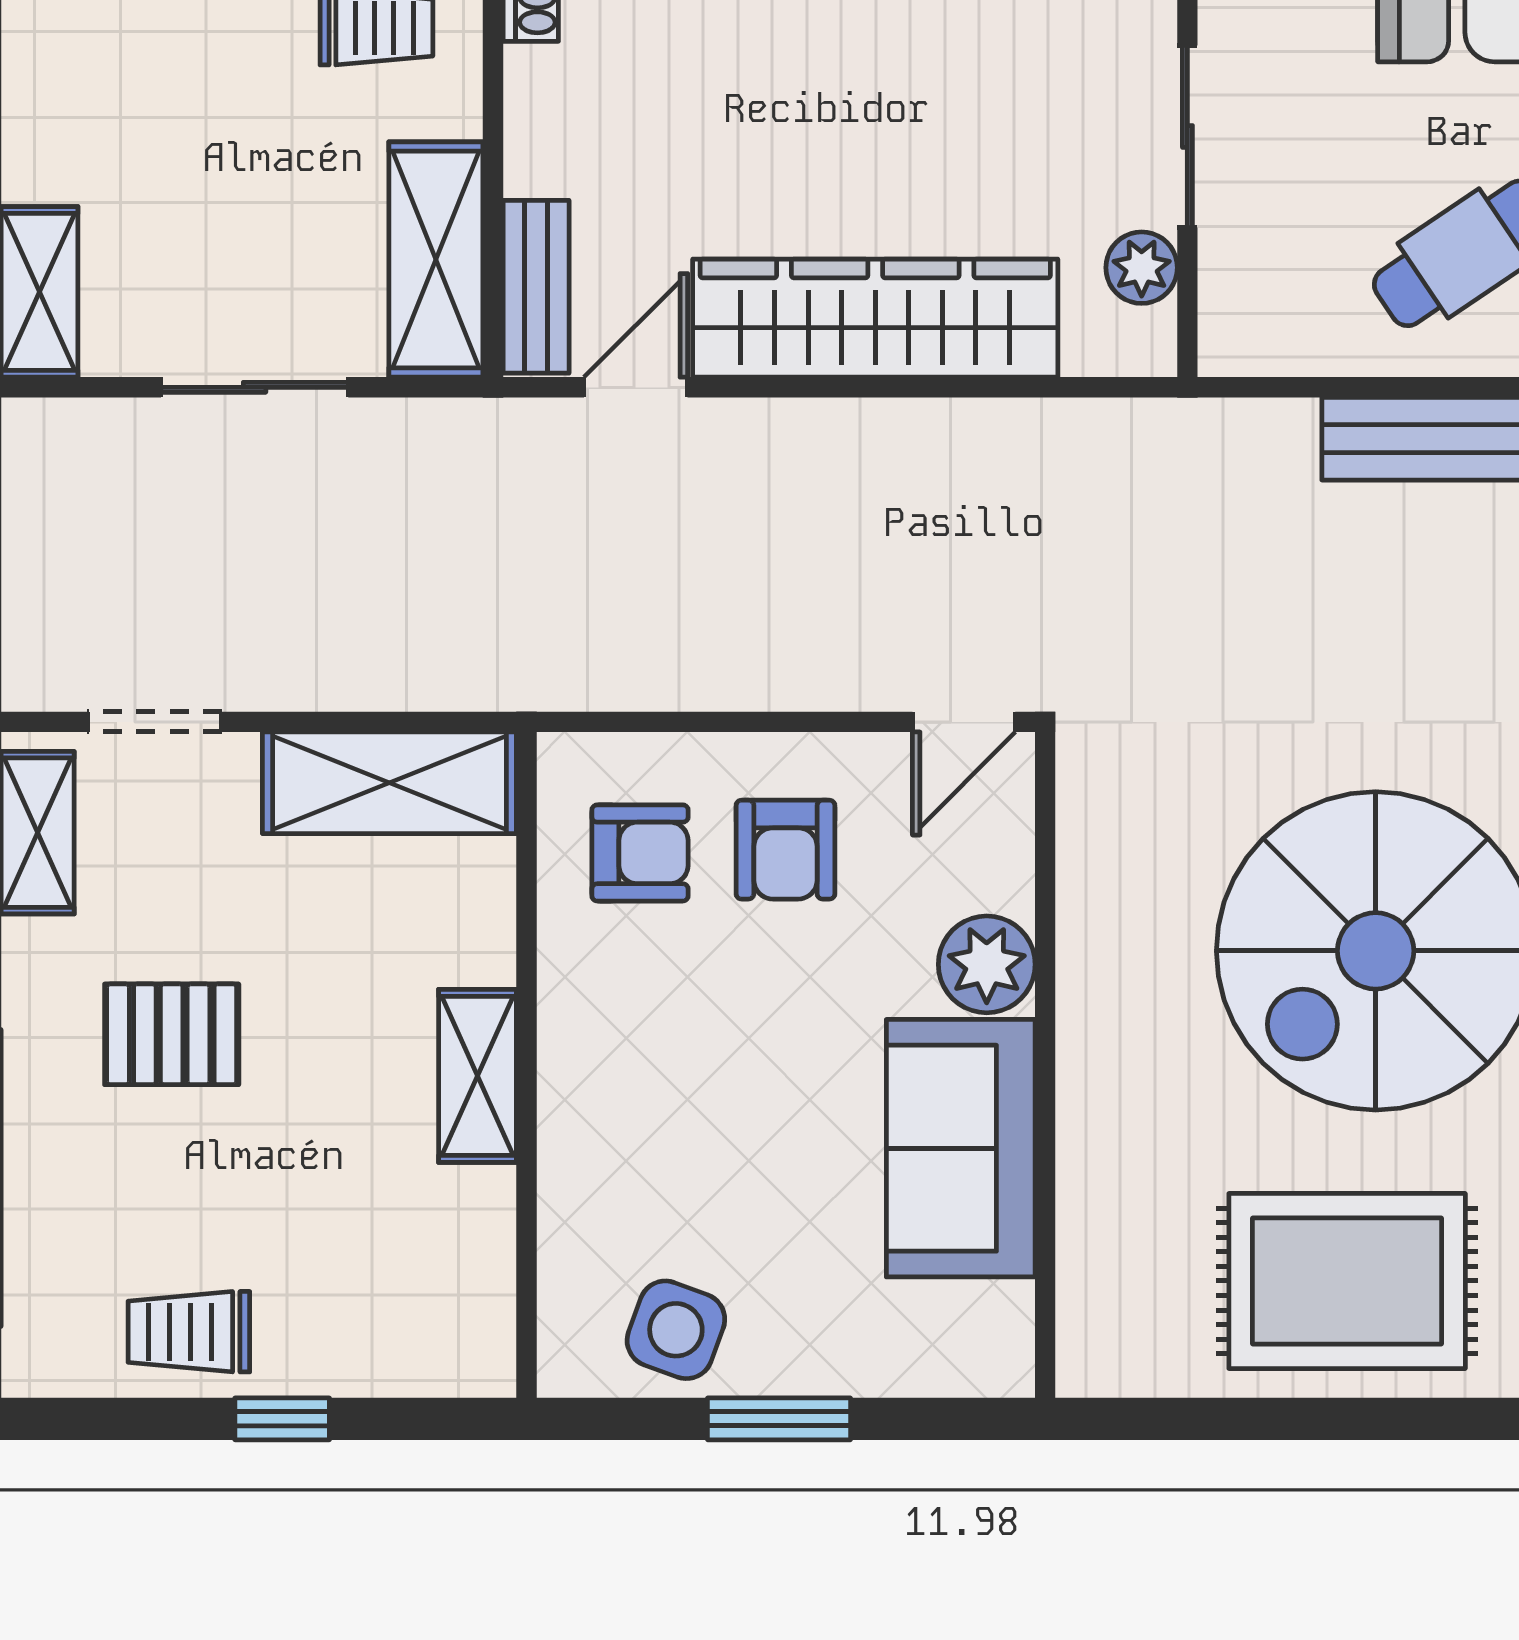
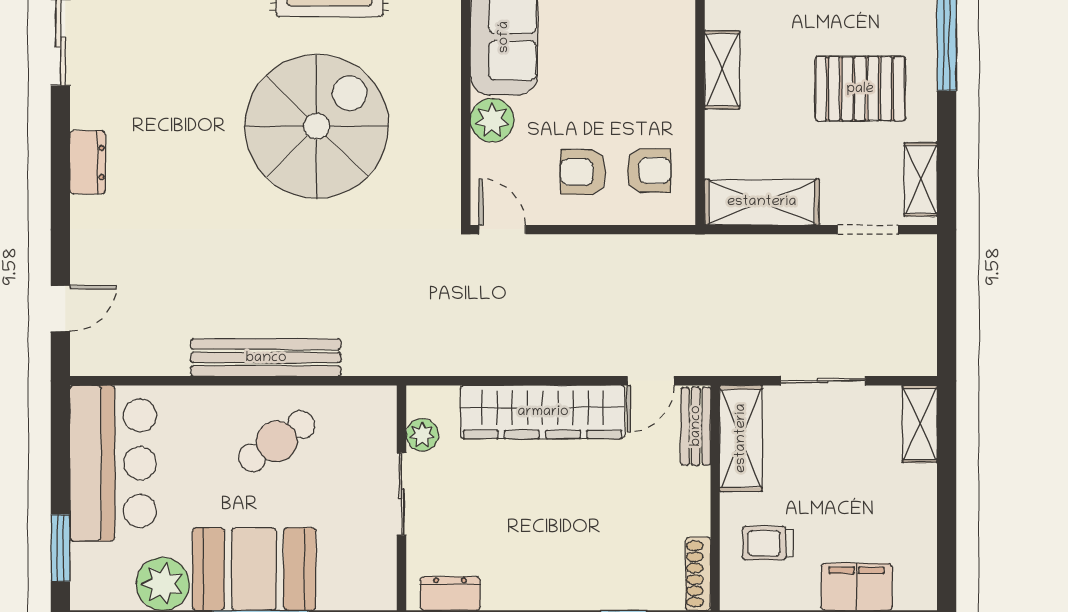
door: (964, 722) -> (502, 230), hinge flipped
armchair: (785, 850) -> (583, 172), turned -90
armchair: (640, 853) -> (649, 170), turned 180
pallet: (172, 1034) -> (860, 89), width x1.50, depth x1.42

